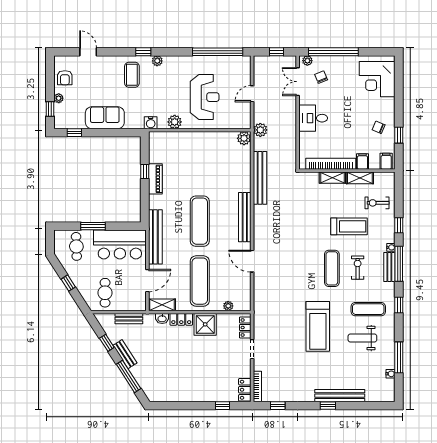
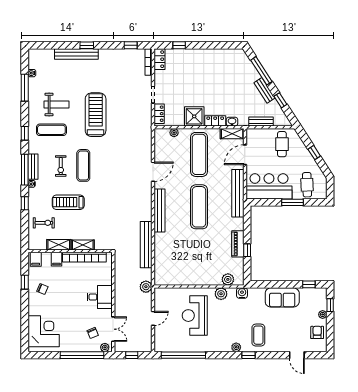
plant: (244, 138) -> (228, 279), moved
door: (252, 261) -> (153, 172), hinge flipped

